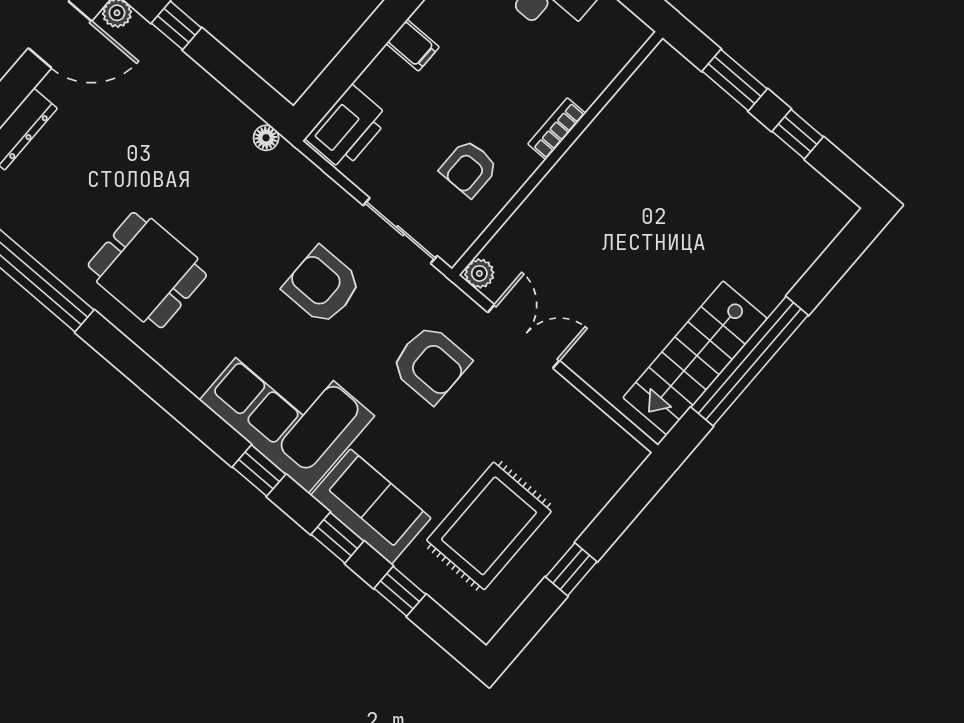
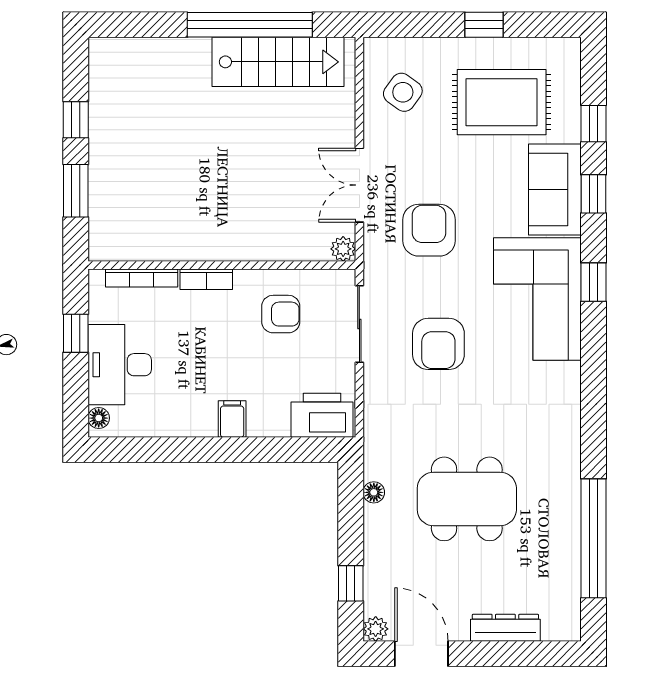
bookcase: (607, 72) -> (142, 278), added
floor lamp: (266, 138) -> (374, 492), moved
dining table: (147, 270) -> (467, 499), moved, width x1.38
side table: (573, 446) -> (403, 92), added

